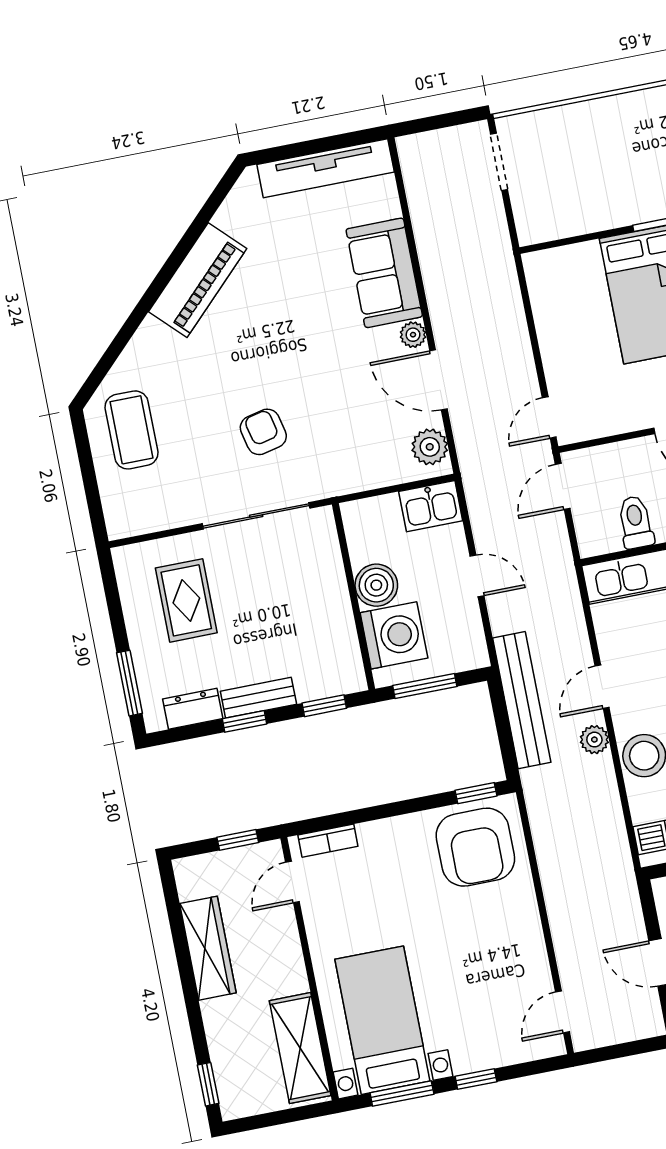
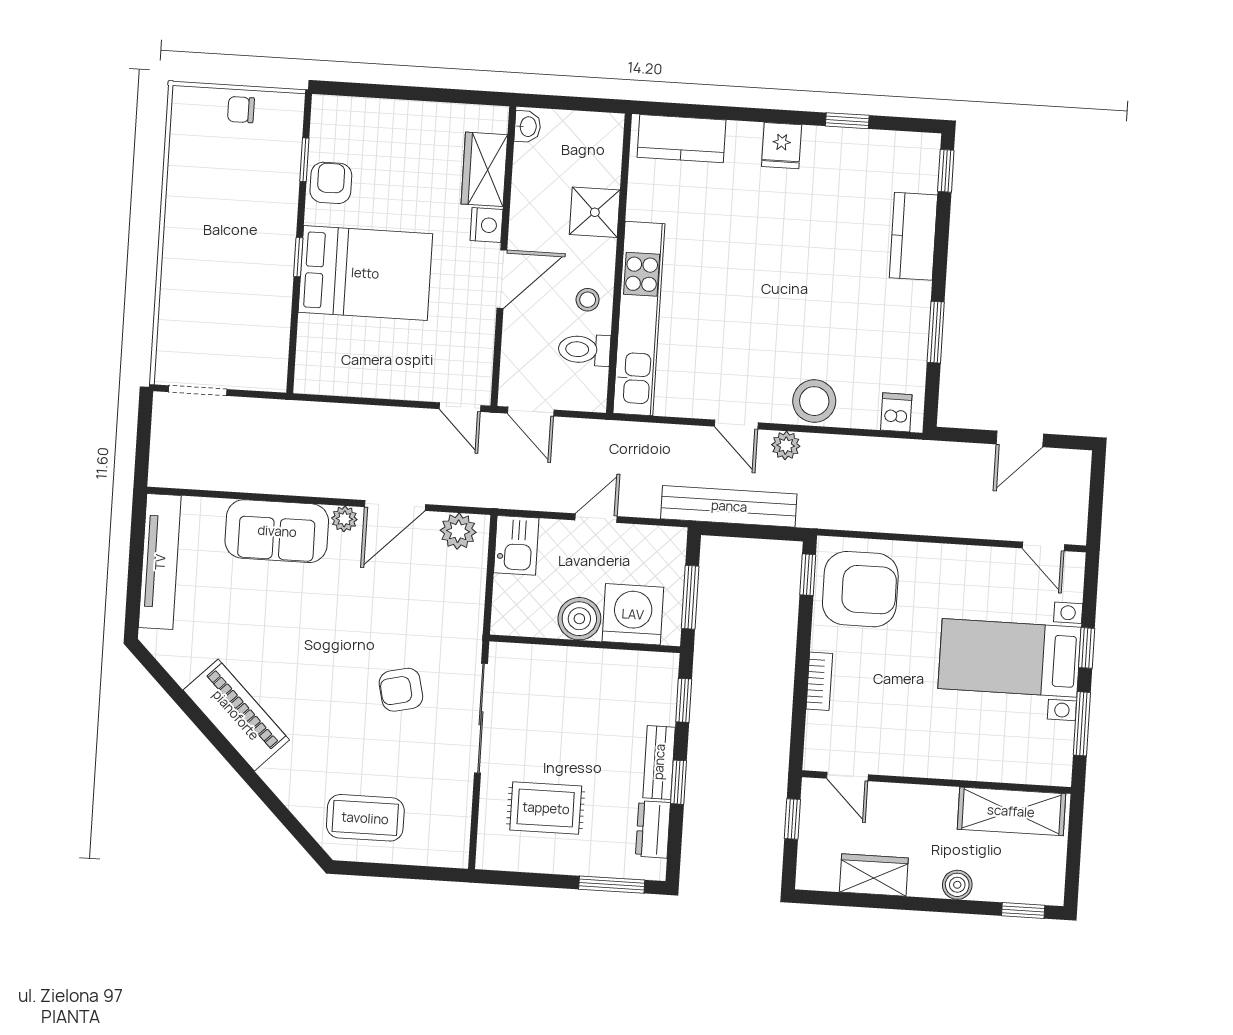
bookcase: (328, 841) -> (819, 681), moved
wardrobe: (208, 948) -> (874, 875), width x0.67
boiler: (216, 1014) -> (957, 885), added
bed with nightstands: (382, 1020) -> (1009, 658), moved

